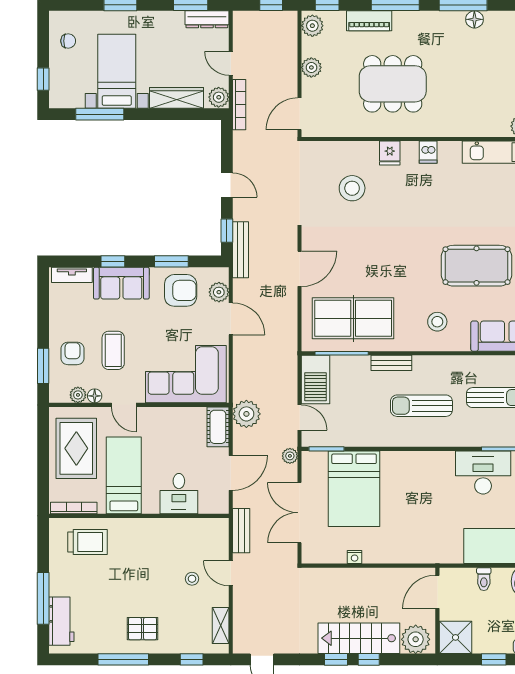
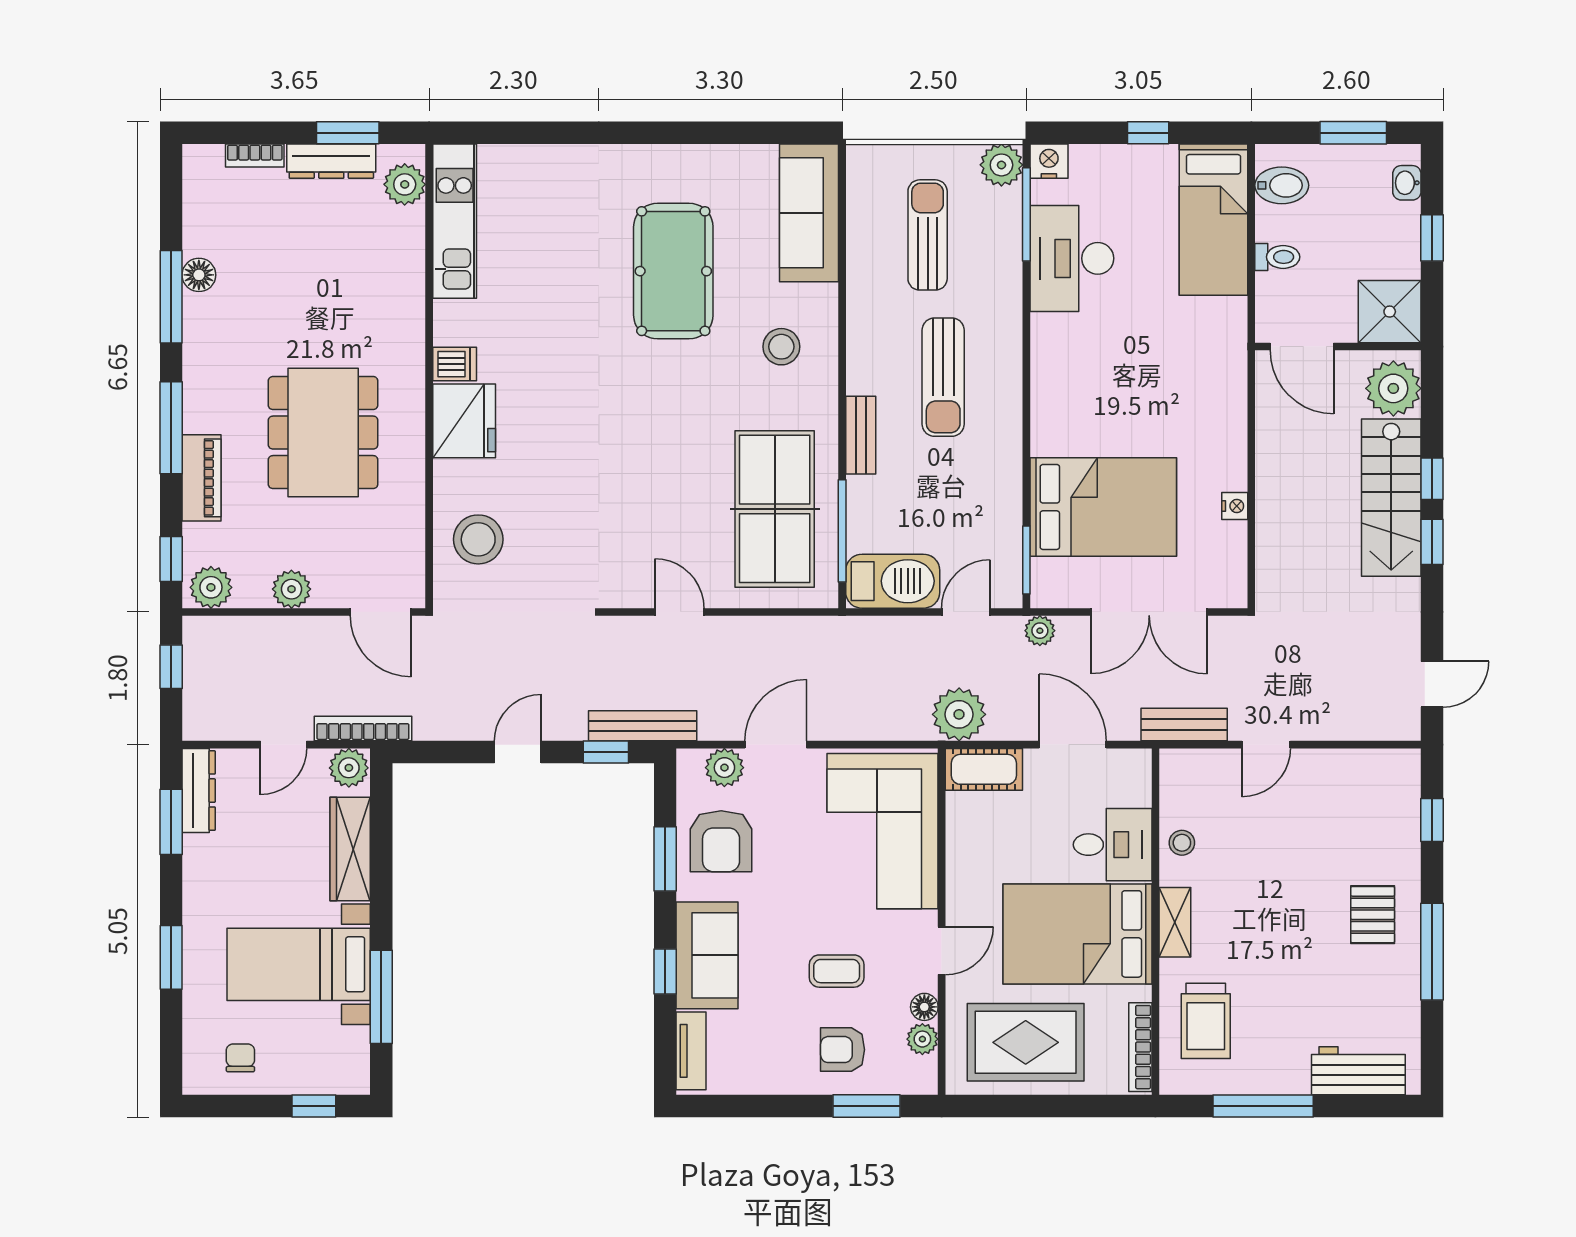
fridge: (390, 153) -> (464, 421), width x1.88, depth x1.34
stool: (352, 188) -> (478, 539), moved
door: (300, 269) -> (679, 612), width x0.73
armchair: (181, 290) -> (721, 841), turned 180
coffee table: (113, 350) -> (837, 971), width x0.73, depth x0.77
bed: (124, 475) -> (1078, 934), width x1.50
trolley: (87, 542) -> (1206, 1021), turned 180
stool: (192, 579) -> (1182, 843), moved
window: (43, 598) -> (1263, 1106), moved
shelving: (221, 625) -> (1175, 922), moved, turned 90

